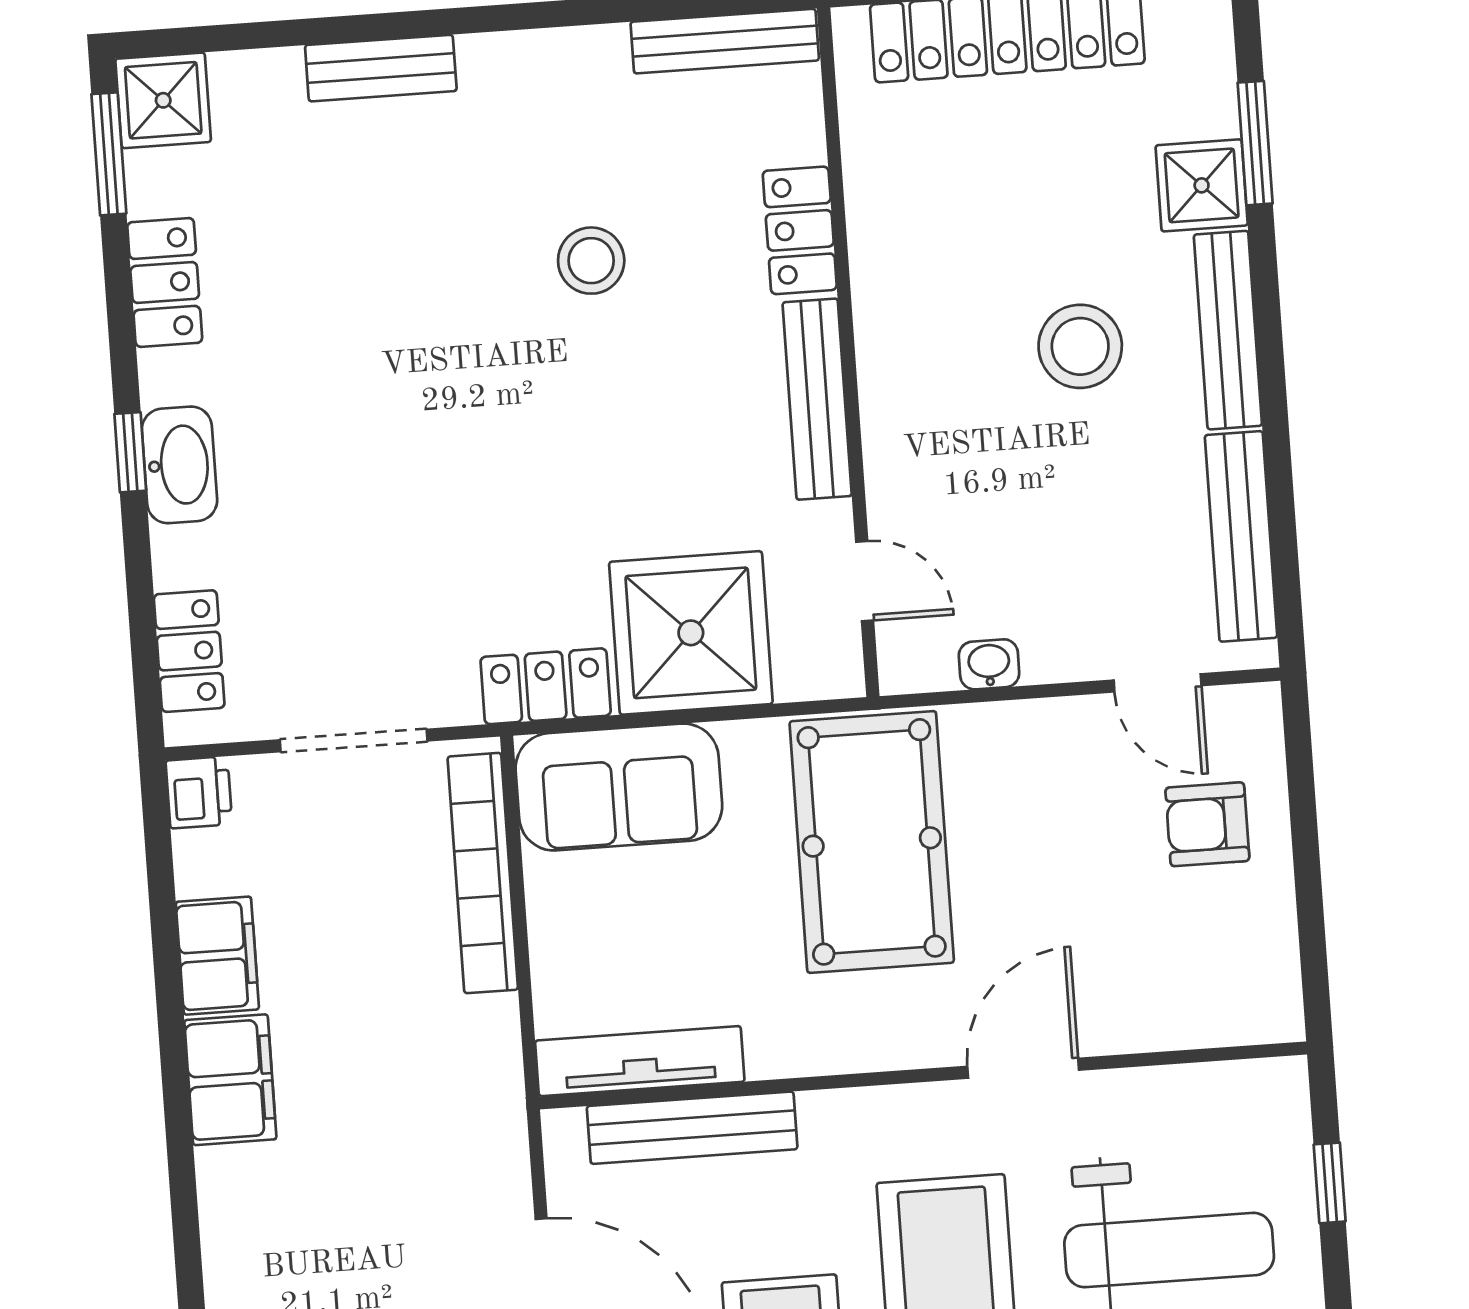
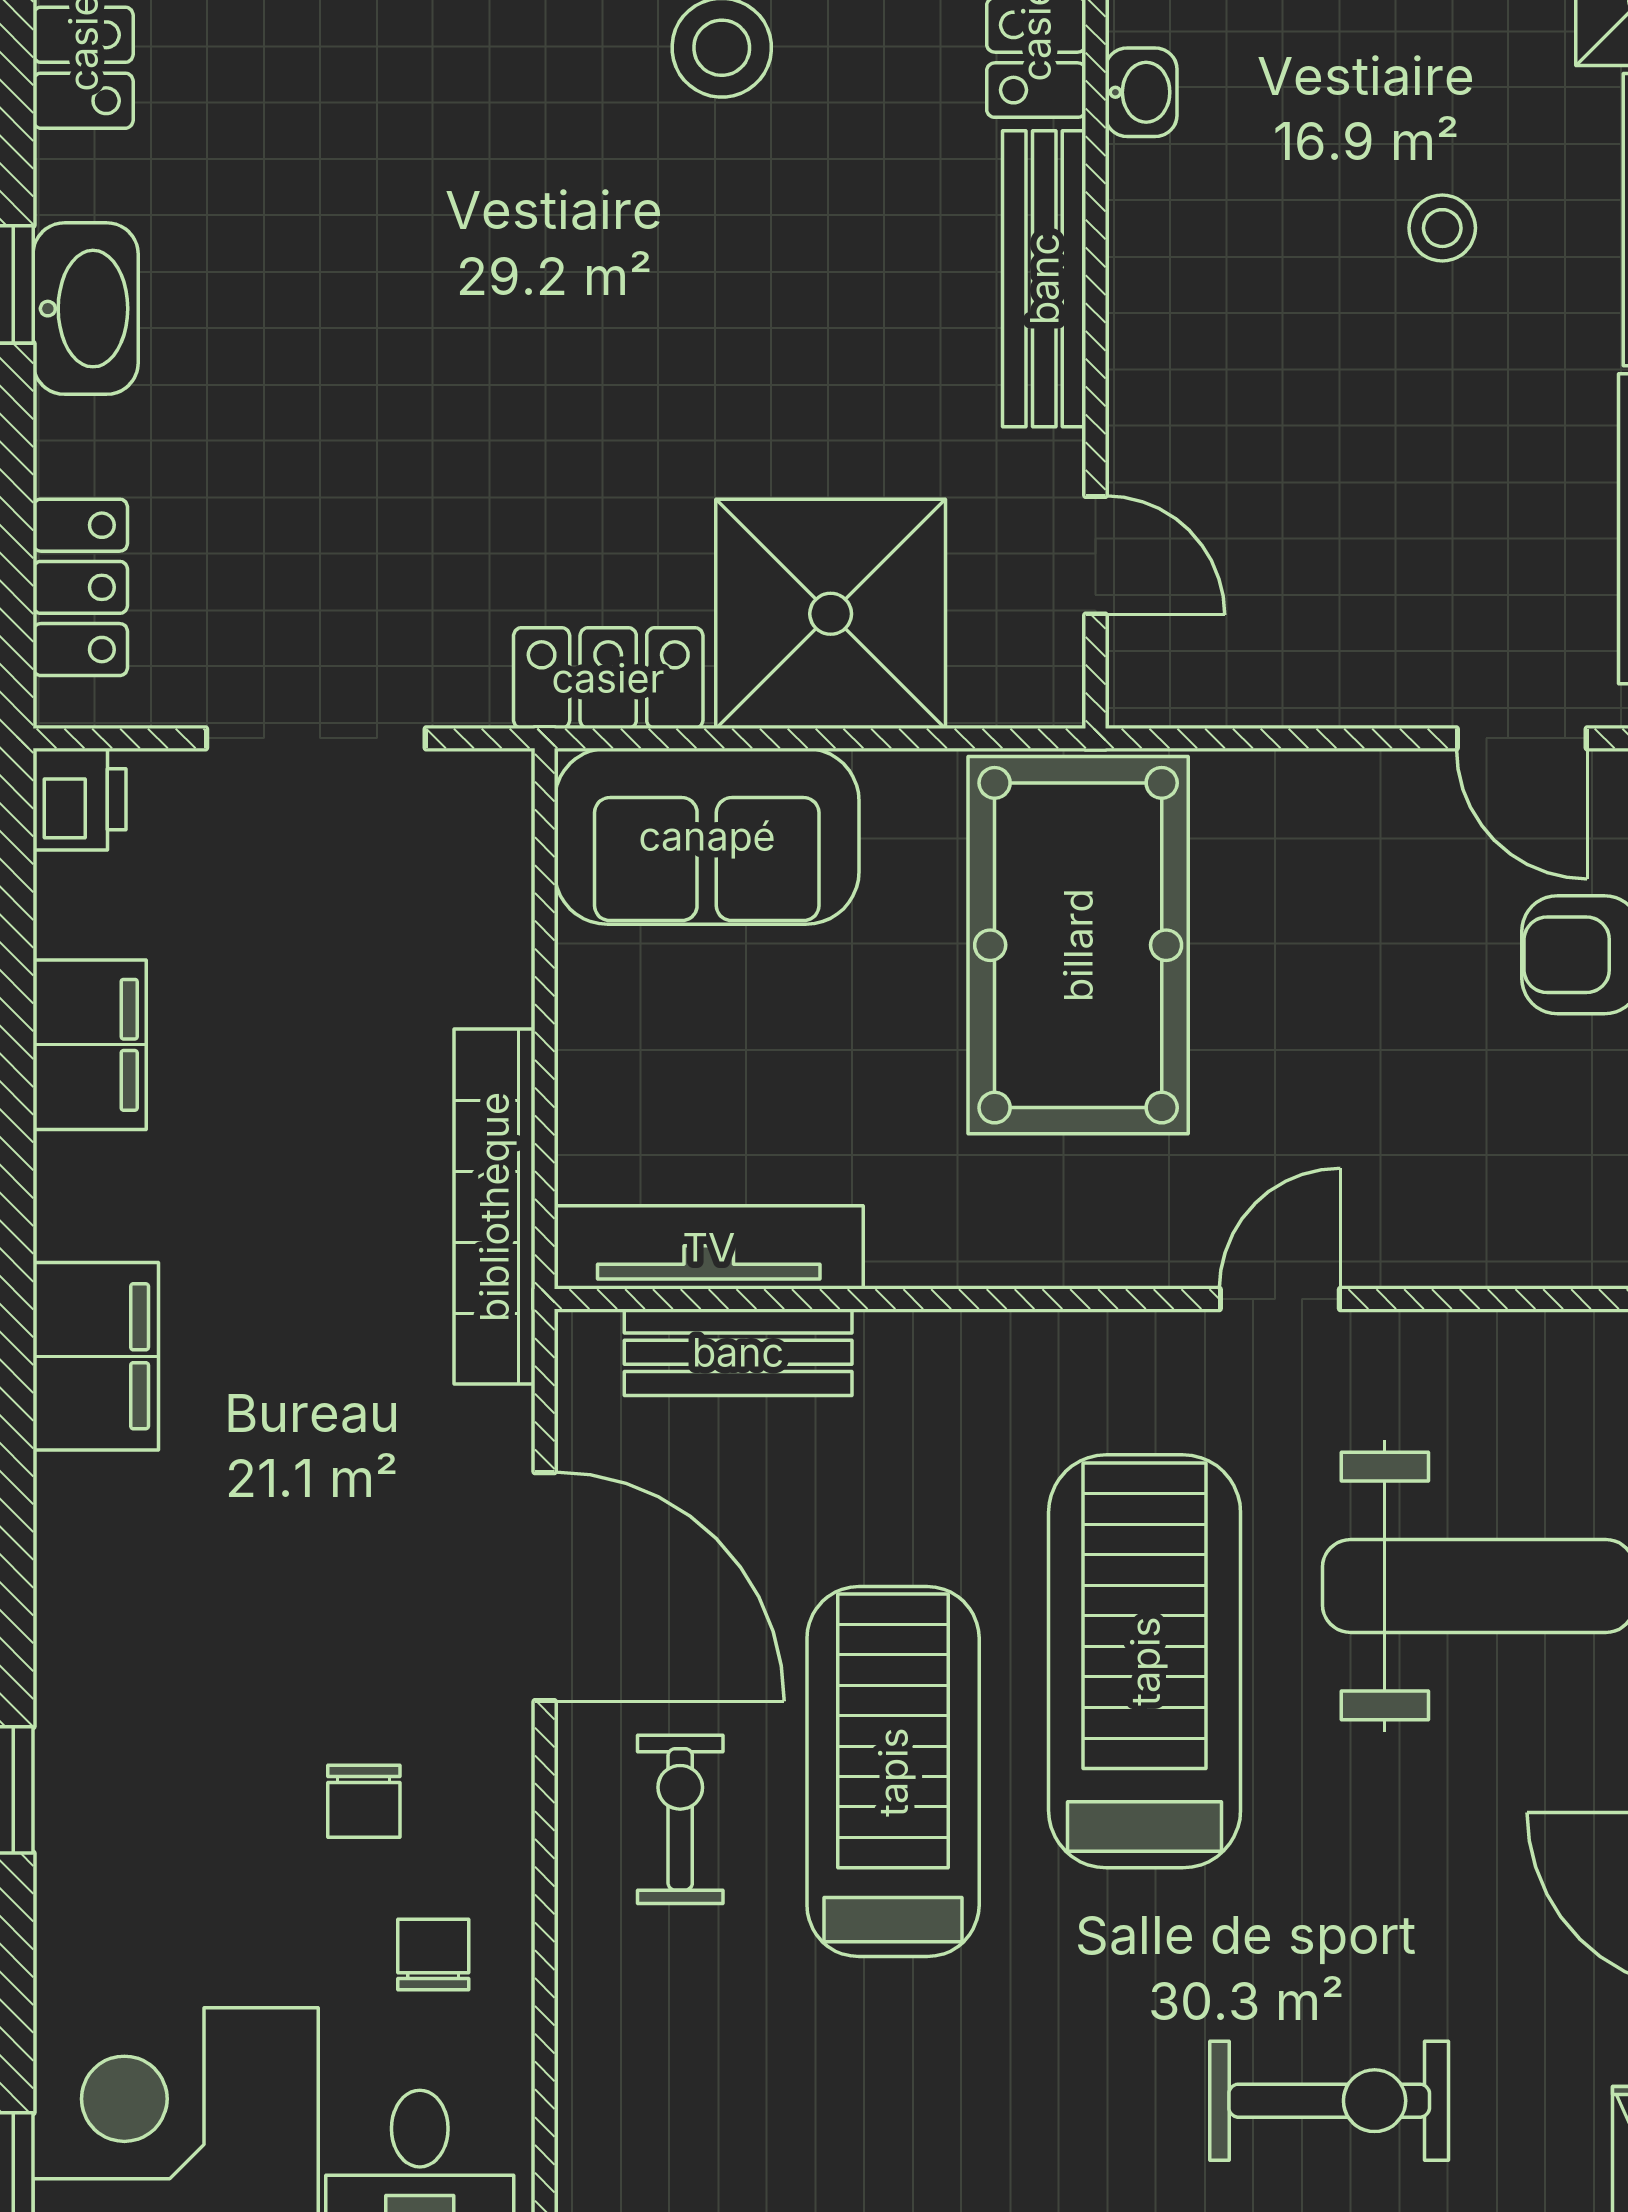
stool: (1080, 346) -> (1442, 228), width x0.53, depth x0.53
washbasin: (989, 664) -> (1141, 92), moved, turned 90
bookcase: (483, 873) -> (494, 1207), moved
door: (1023, 1068) -> (1280, 1299), width x0.73
filing cabinet: (230, 1080) -> (96, 1356), moved
bench: (692, 1128) -> (738, 1352), width x0.73

